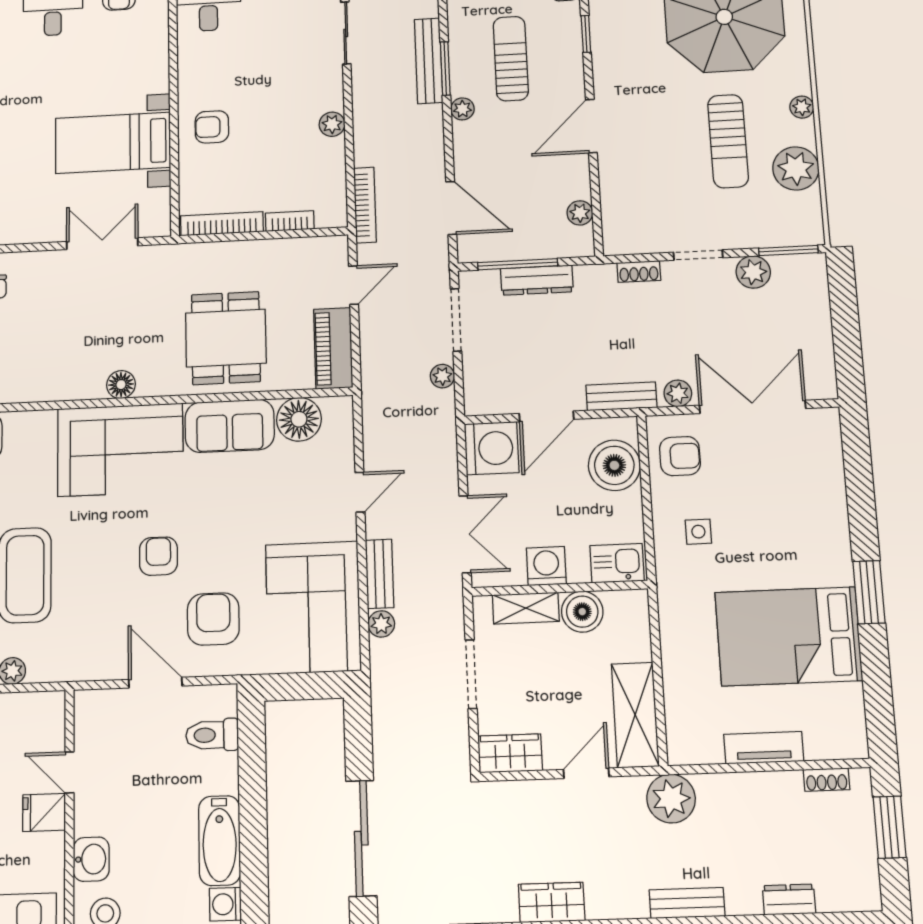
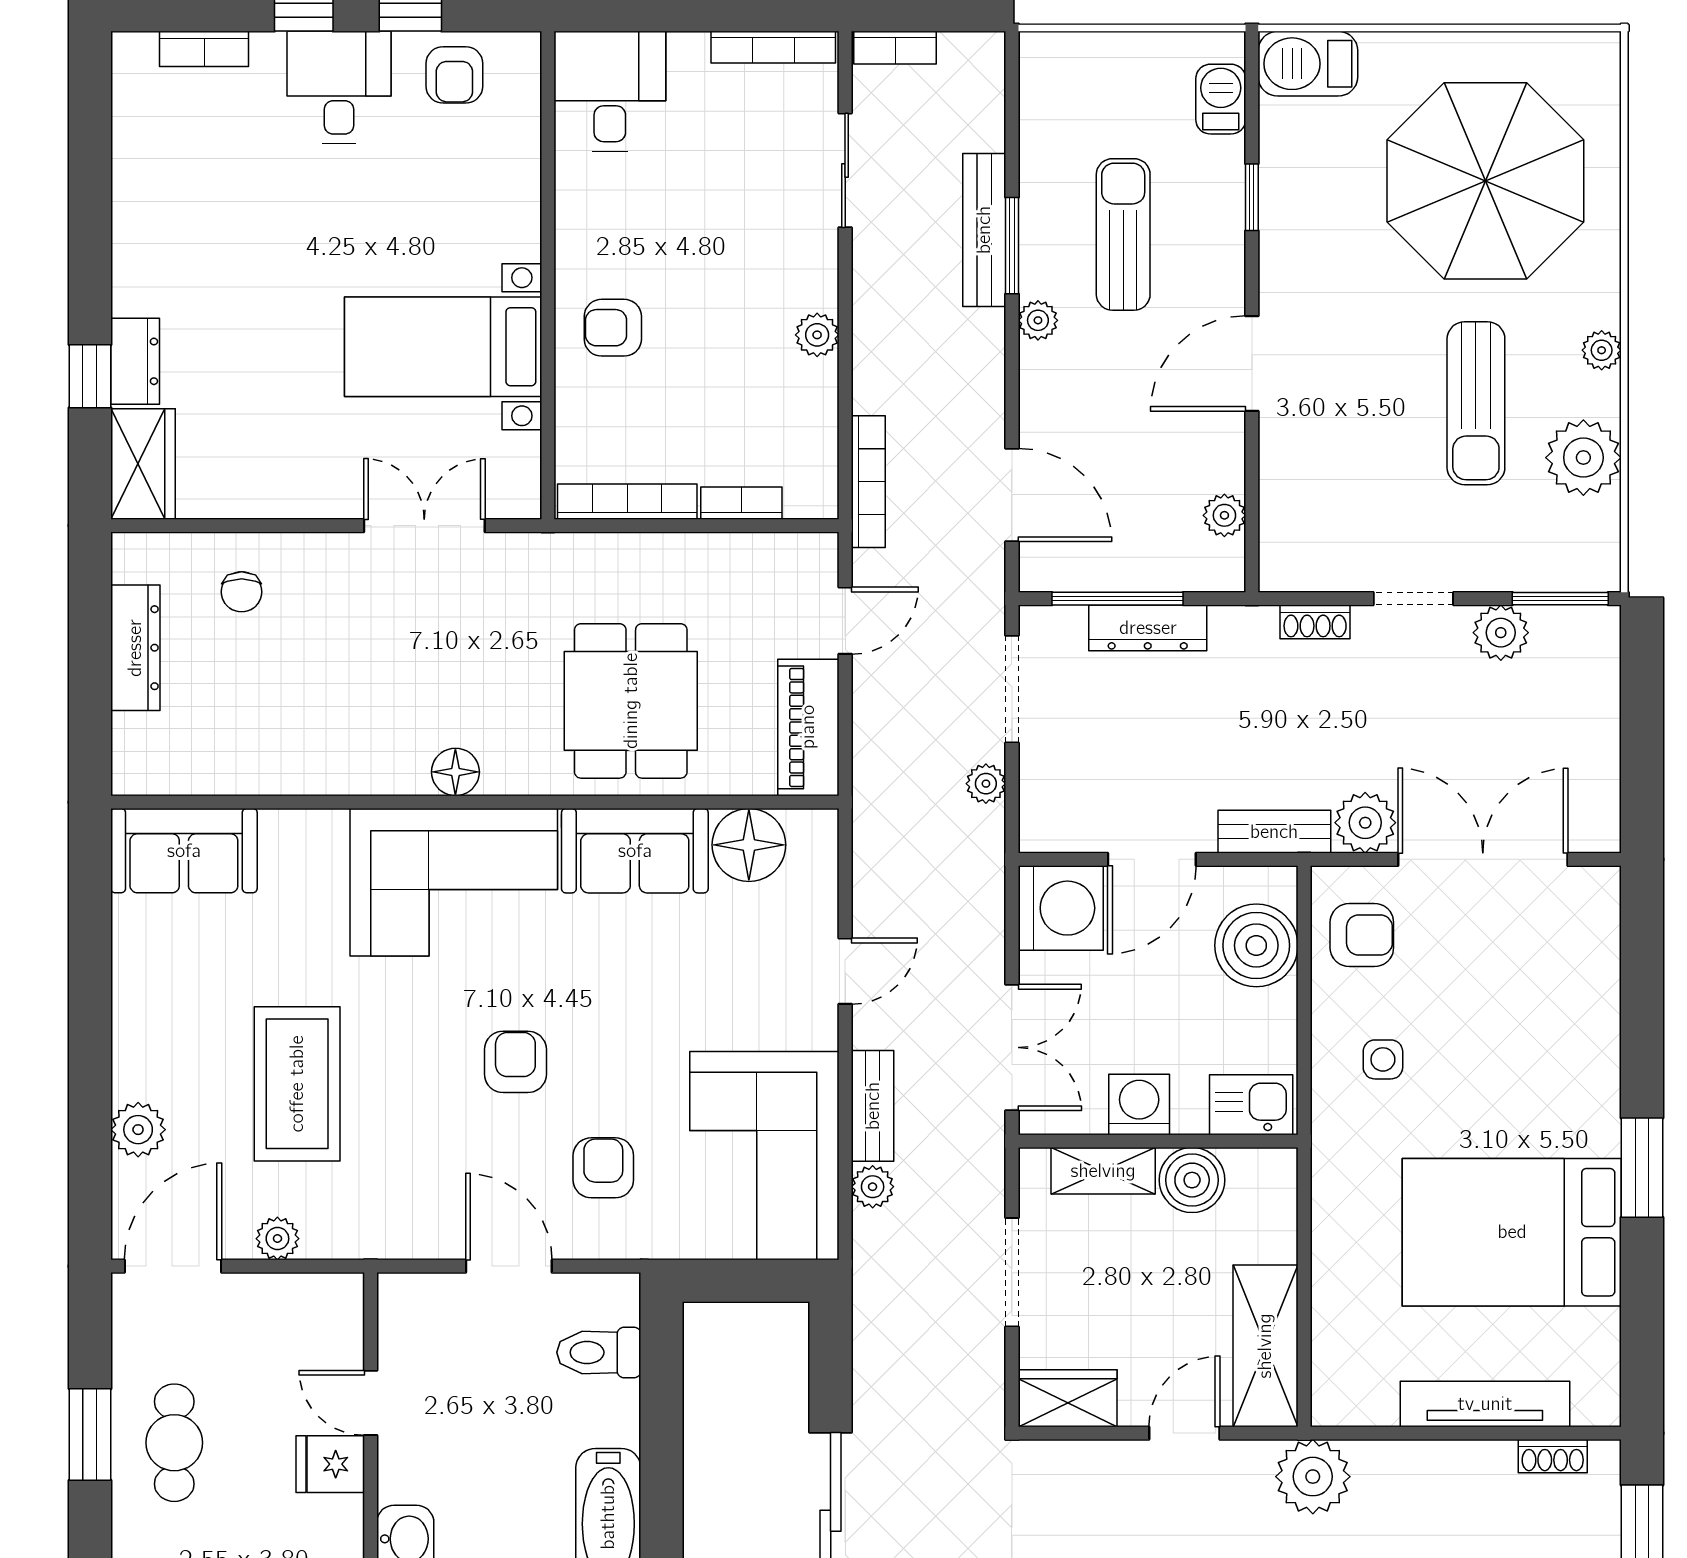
plant: (678, 393) -> (1365, 823), width x1.38, depth x1.38
armchair: (213, 619) -> (603, 1168), width x0.72, depth x0.72
tv unit: (764, 748) -> (1485, 1404), width x1.41

